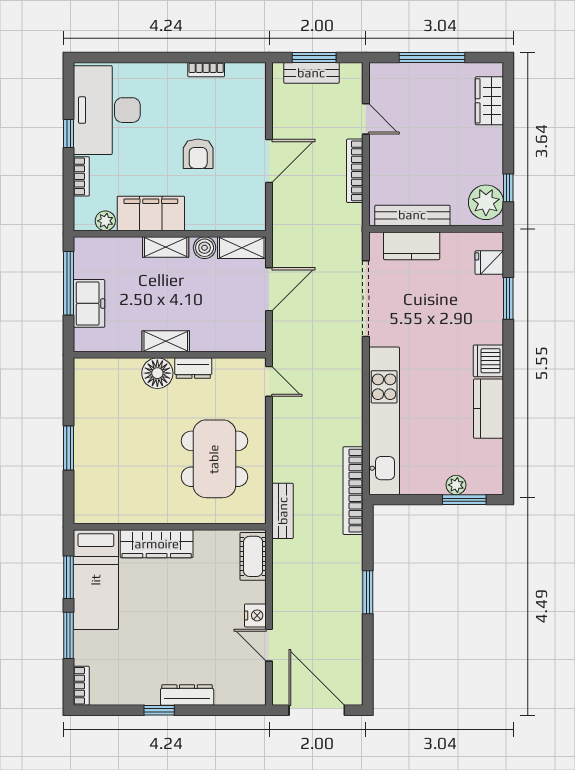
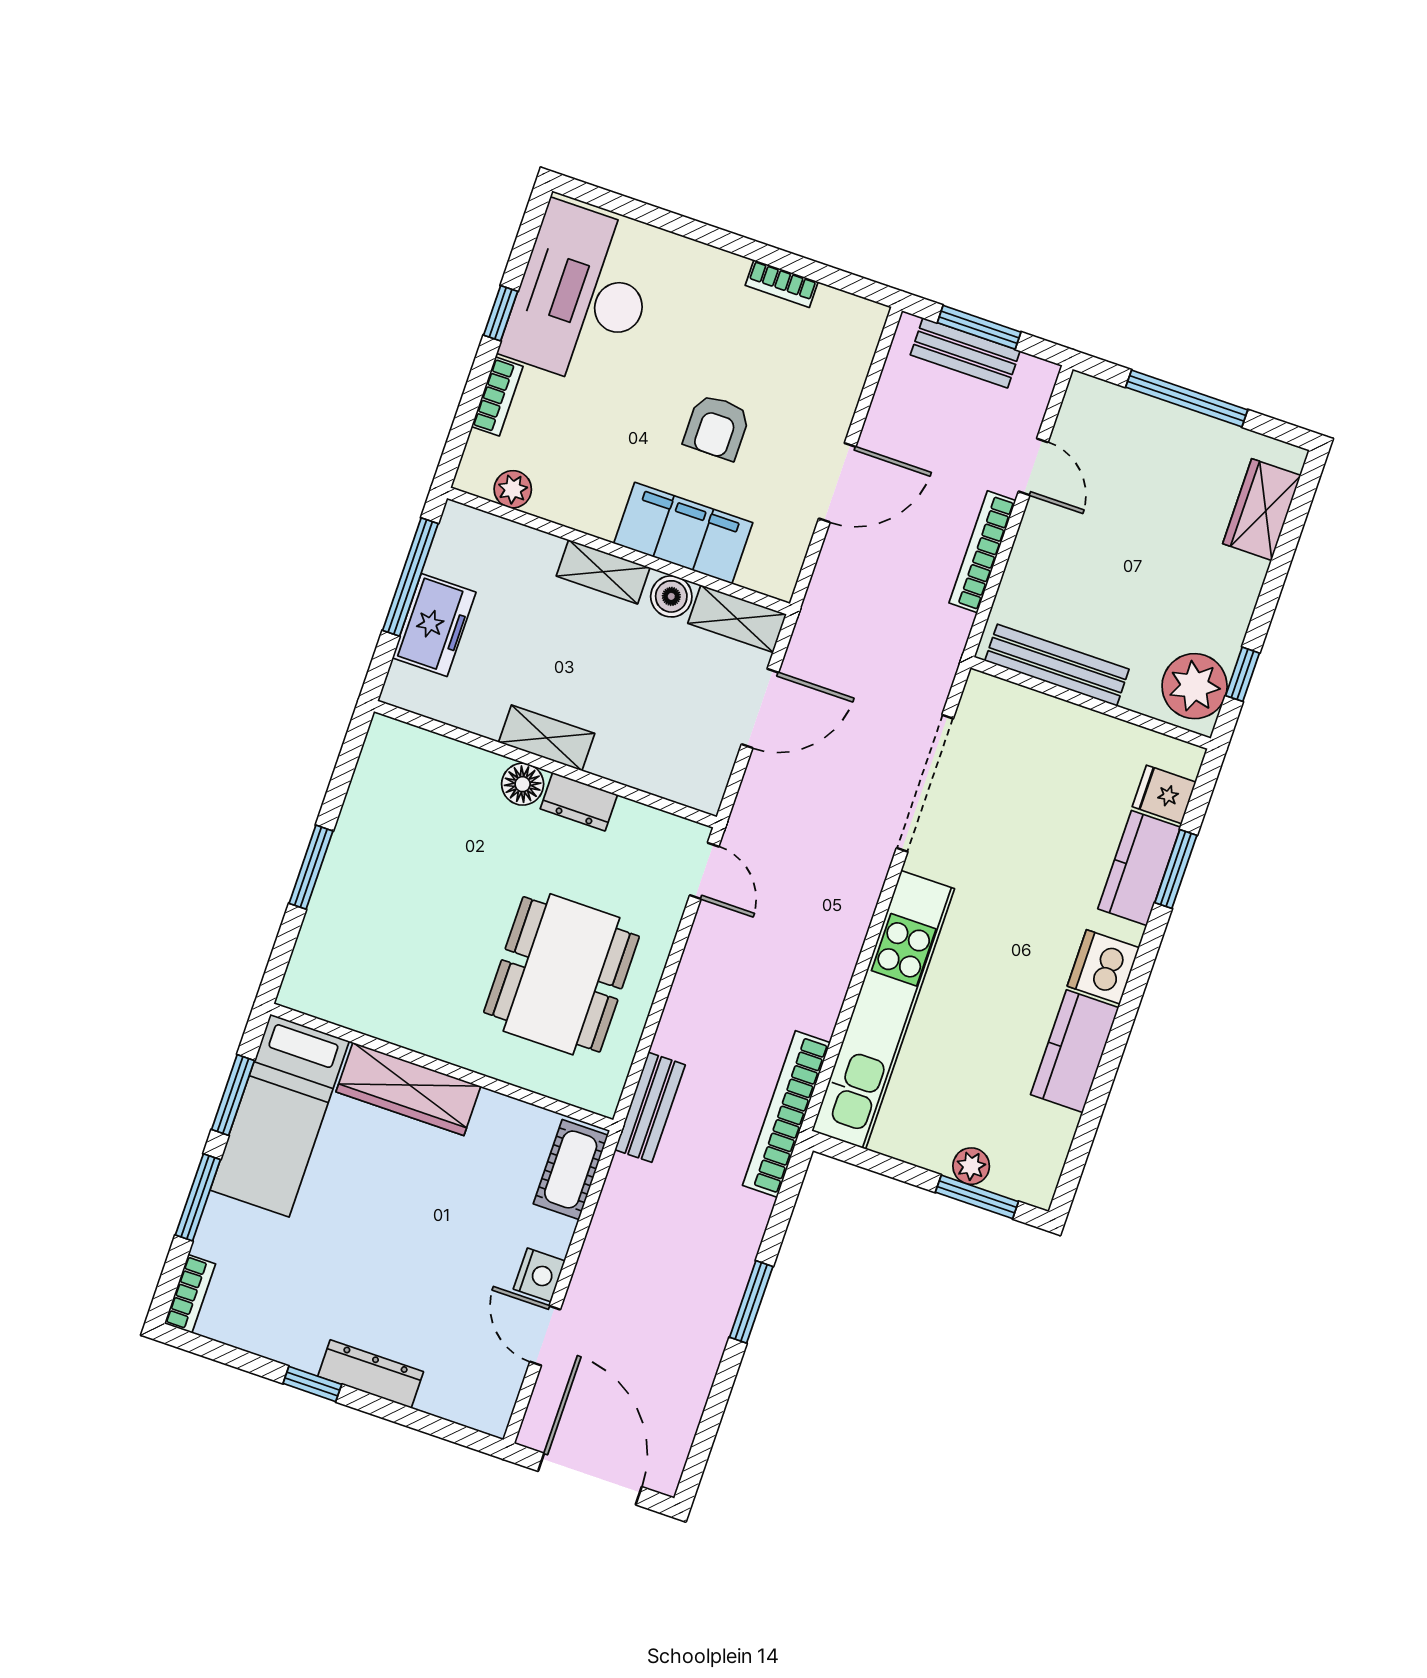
filing cabinet: (151, 213) -> (683, 533), moved
kitchen counter: (412, 246) -> (1139, 868), moved, turned 90
floor lamp: (157, 373) -> (523, 784), width x0.73, depth x0.73

